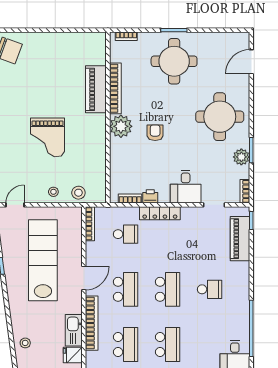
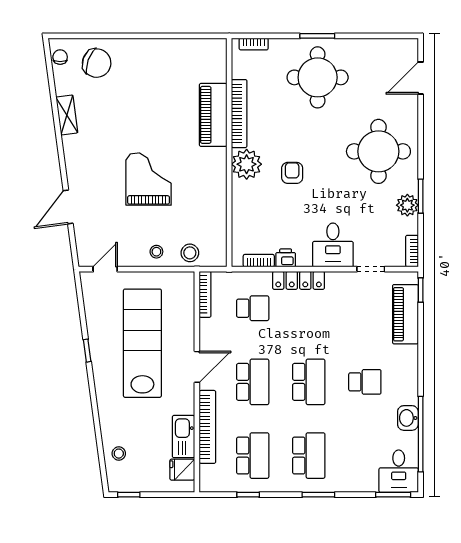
grand piano: (48, 137) -> (149, 179), turned 180
washbasin: (242, 316) -> (408, 418), added

